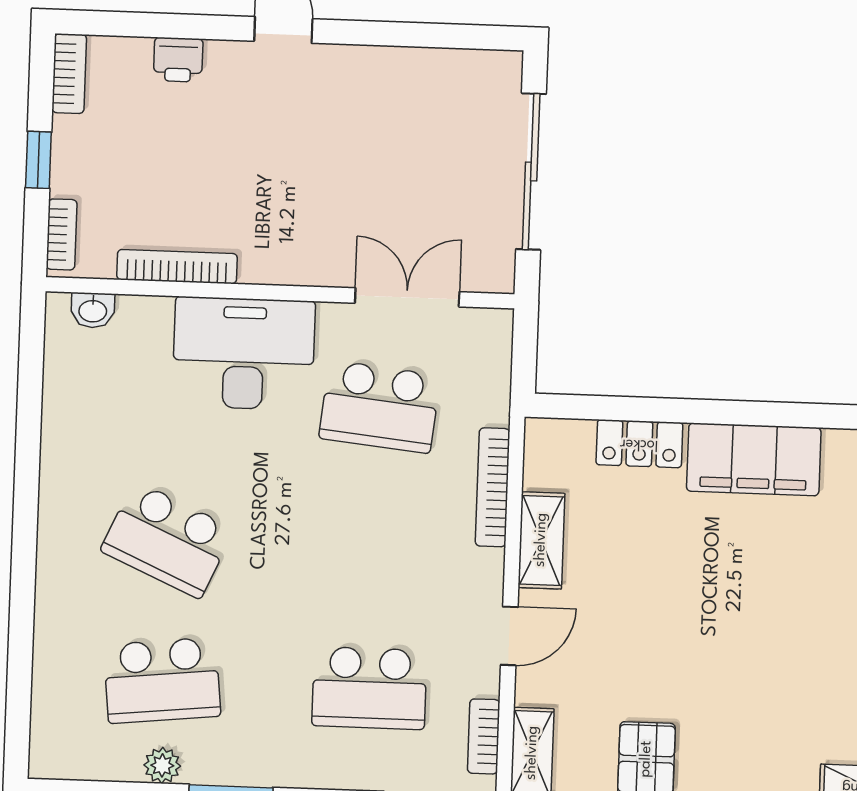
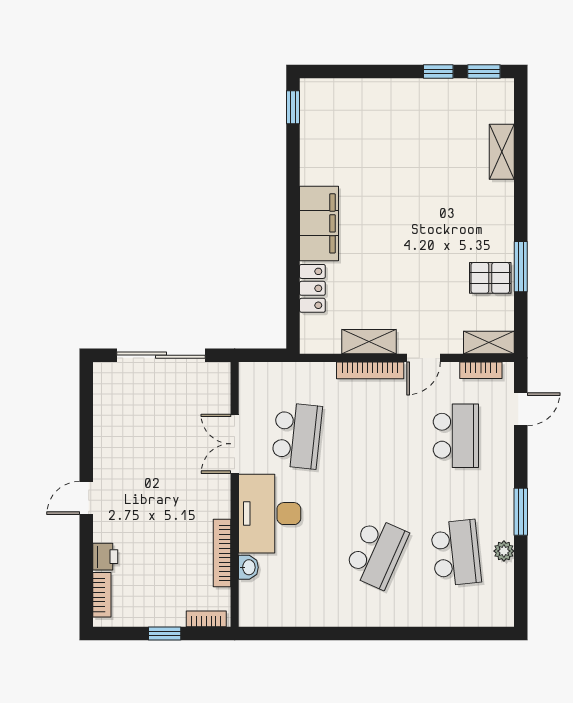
bookcase: (69, 74) -> (102, 595), moved, turned 90
double door: (407, 297) -> (235, 444), moved
washbasin: (93, 310) -> (248, 567), moved
bookcase: (493, 487) -> (370, 370), moved
door: (509, 636) -> (424, 358), swing flipped

